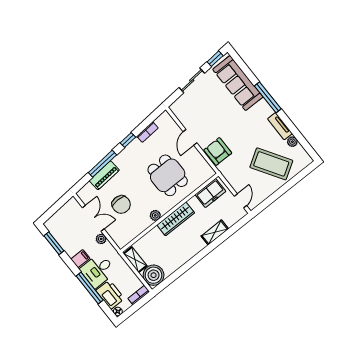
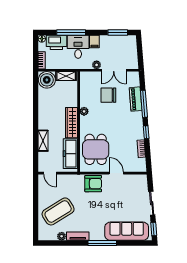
dining table: (168, 175) -> (96, 149), moved, turned 90
freezer: (210, 193) -> (70, 154), width x1.40

